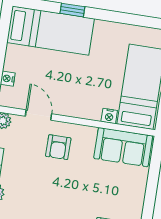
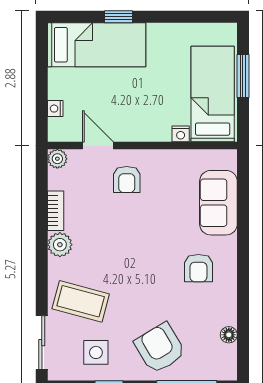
sofa: (123, 147) -> (218, 203), moved, turned 90

